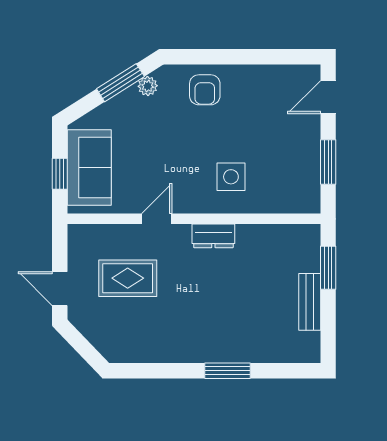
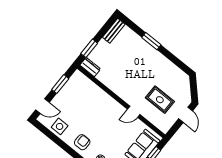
side table: (231, 177) -> (60, 126), moved
dresser: (213, 236) -> (90, 67), moved
bench: (310, 302) -> (114, 31), moved

